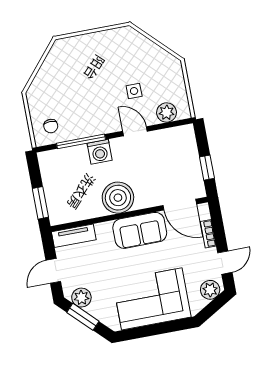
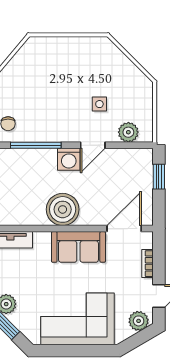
door: (135, 131) -> (93, 145), swing flipped
washing machine: (100, 152) -> (69, 159), moved
window: (207, 168) -> (159, 177), moved
door: (180, 205) -> (124, 229), swing flipped

